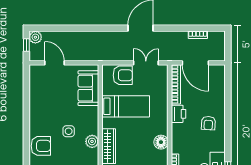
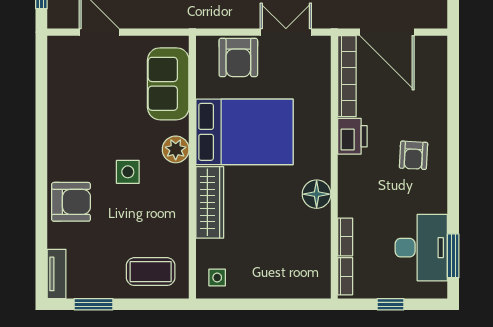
armchair: (123, 75) -> (238, 57), turned 90
bed: (126, 106) -> (244, 132), width x1.50
plant: (92, 141) -> (176, 149), moved

